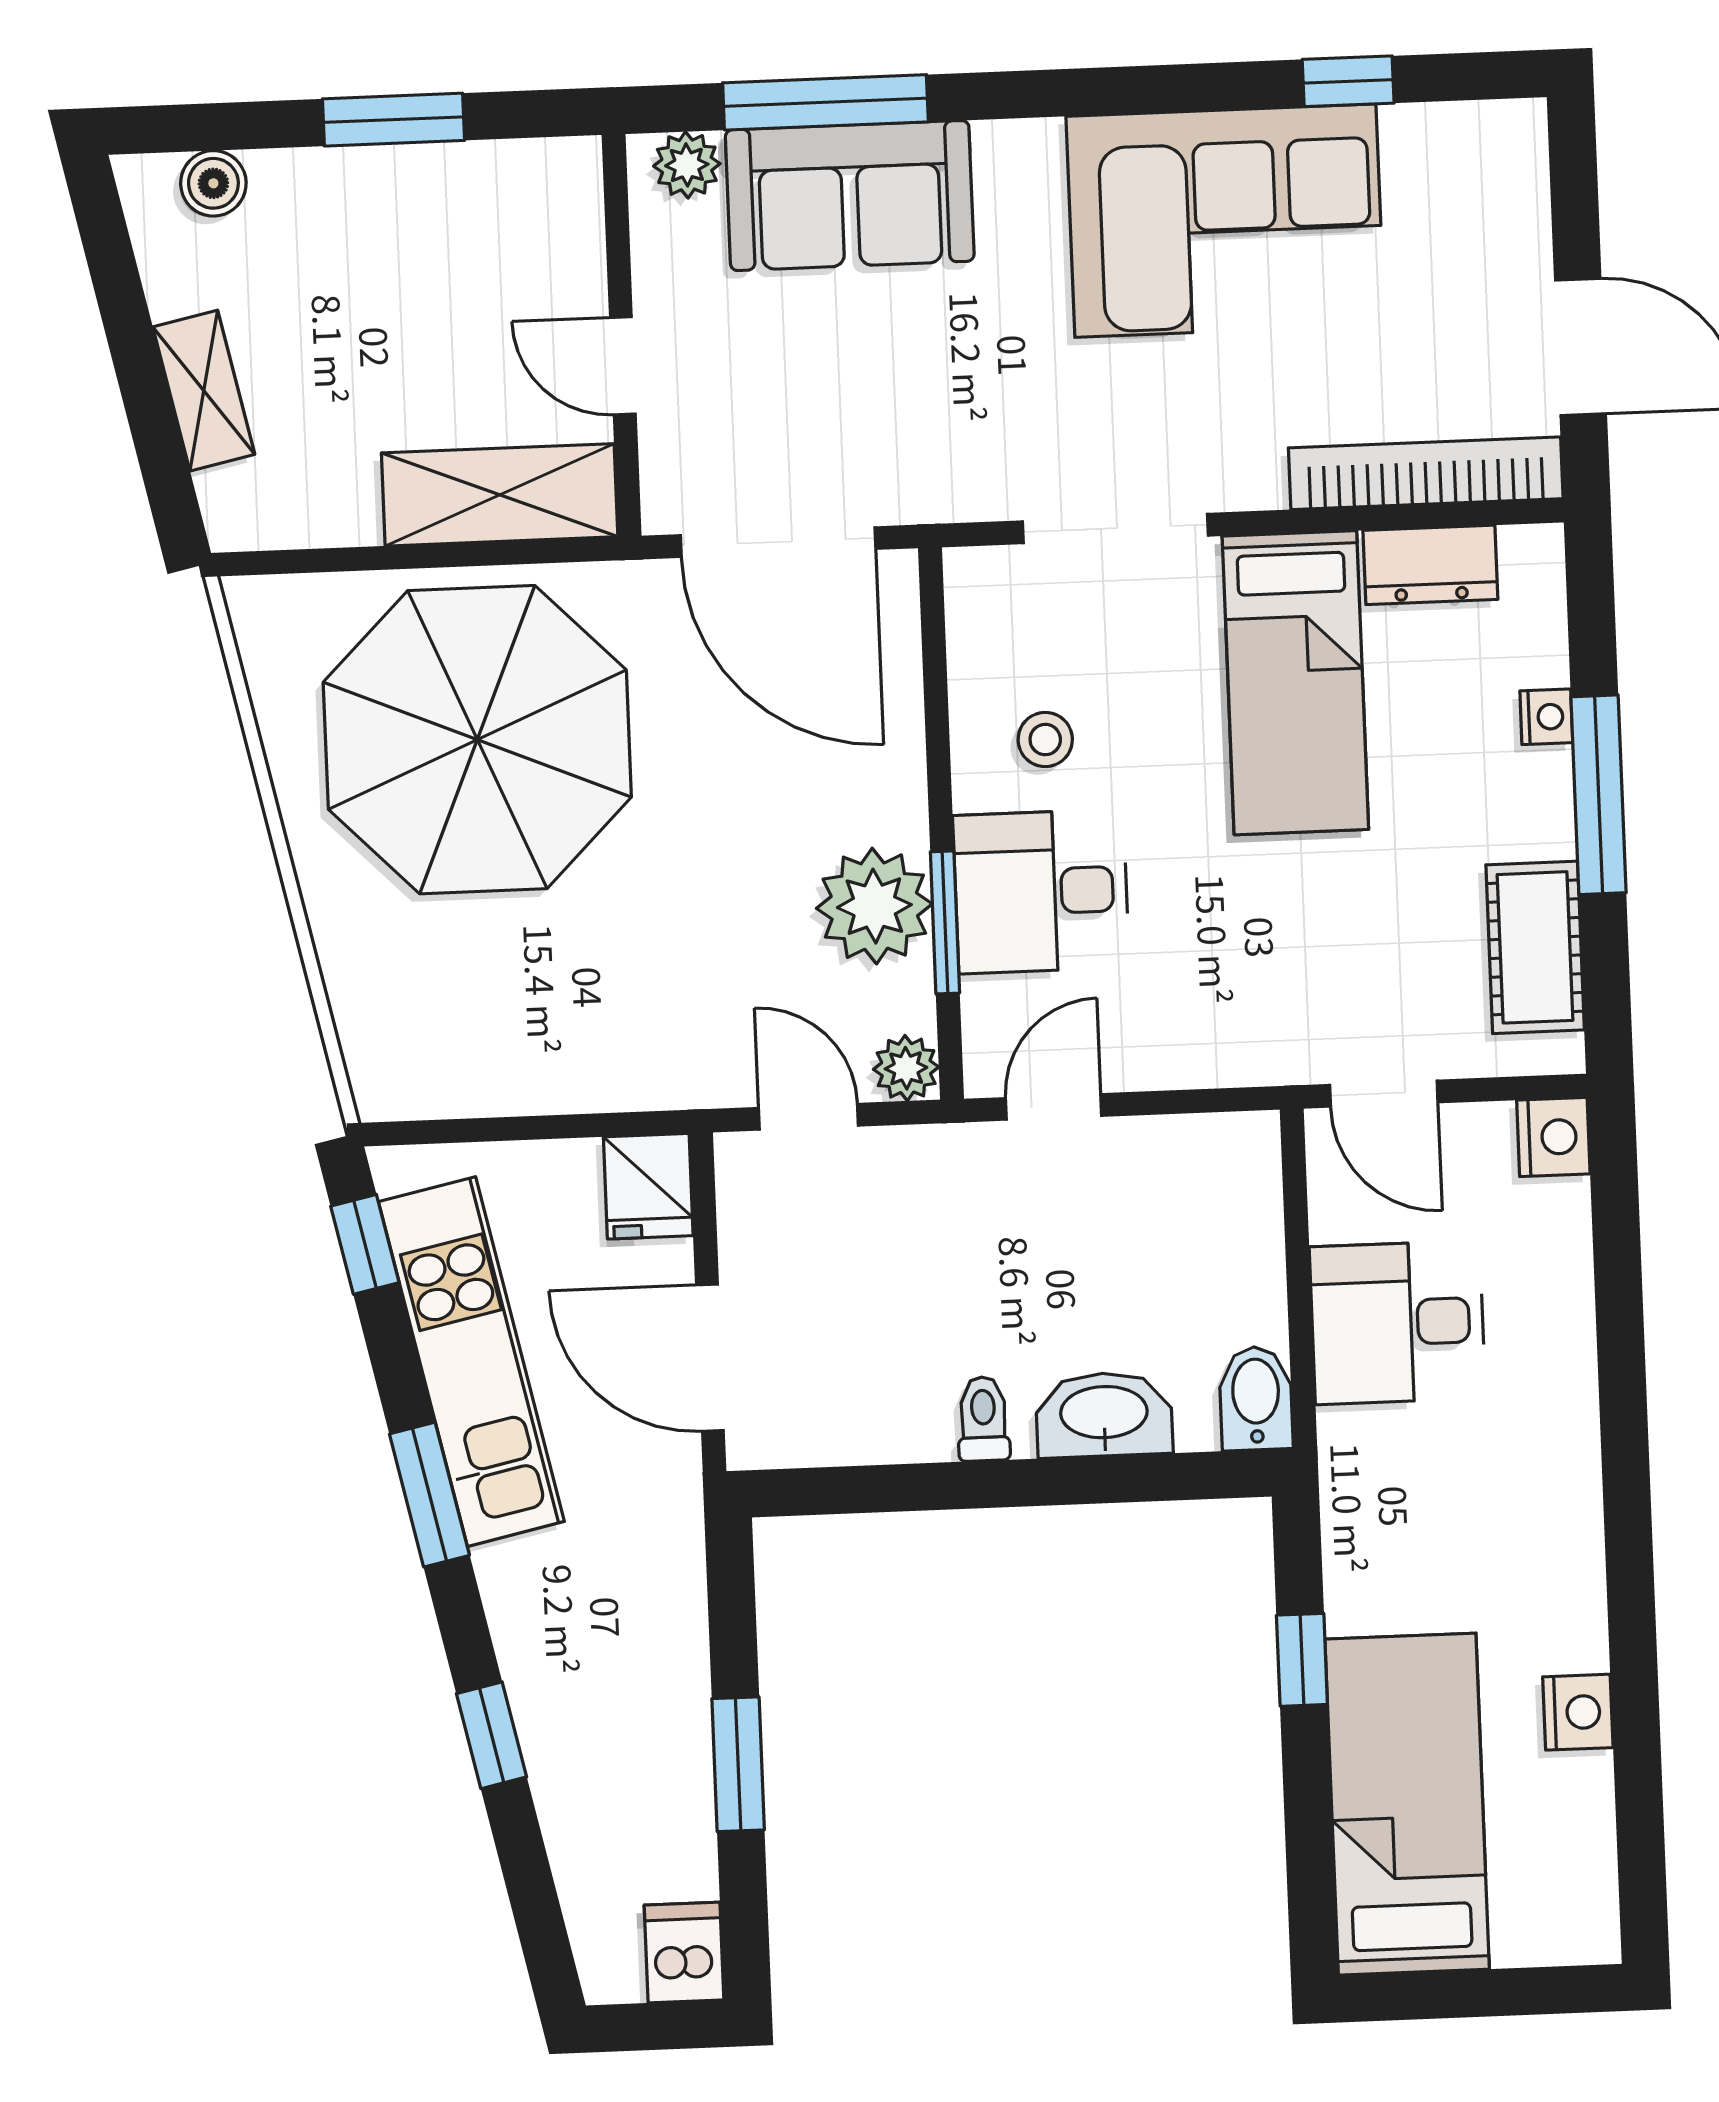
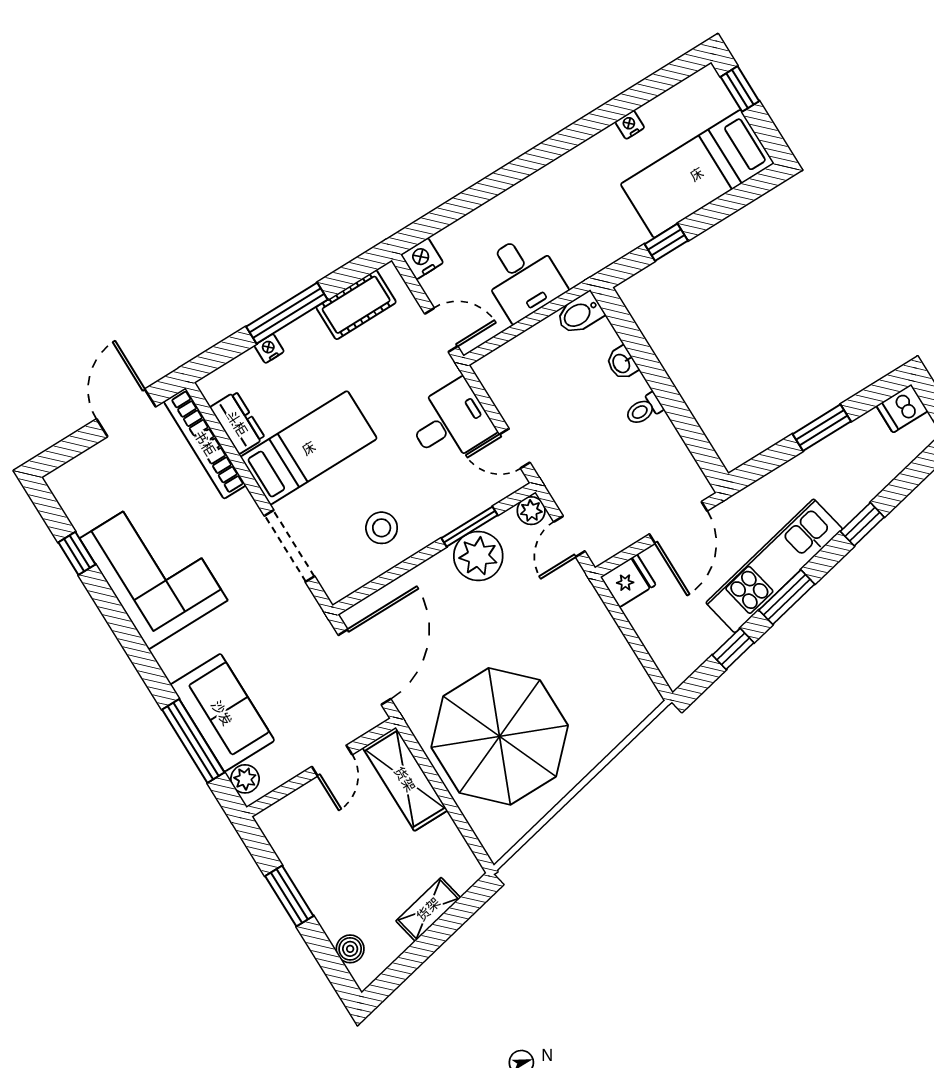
stool: (1045, 740) -> (382, 528), width x1.37, depth x1.37
desk: (1041, 891) -> (450, 423), moved, turned -90
door: (1384, 1094) -> (441, 330), hinge flipped
window: (365, 1244) -> (733, 649), moved
kitchen unit: (471, 1362) -> (774, 566), moved
washbasin: (1104, 1415) -> (622, 363), width x0.52, depth x0.69
nightstand: (1578, 1712) -> (630, 125), width x0.72, depth x0.74
window: (1532, 1991) -> (740, 89), added

